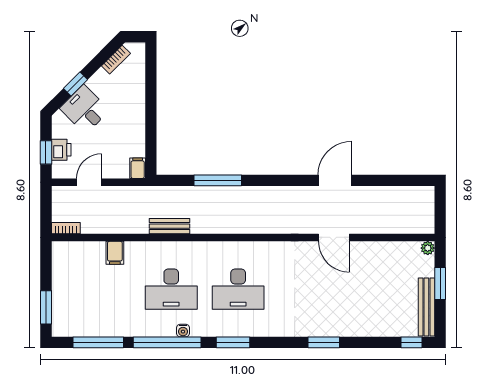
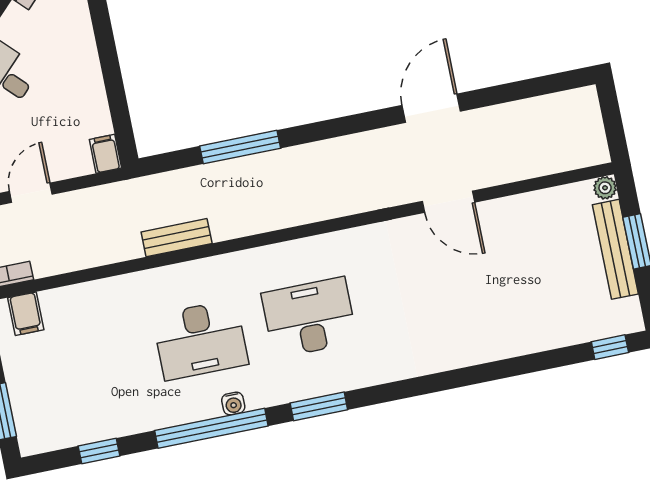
filing cabinet: (115, 253) -> (26, 314), moved
desk: (238, 289) -> (309, 318), turned 180
bench: (426, 307) -> (615, 249), moved
window: (98, 342) -> (99, 451), width x0.46
window: (324, 342) -> (467, 376), removed

